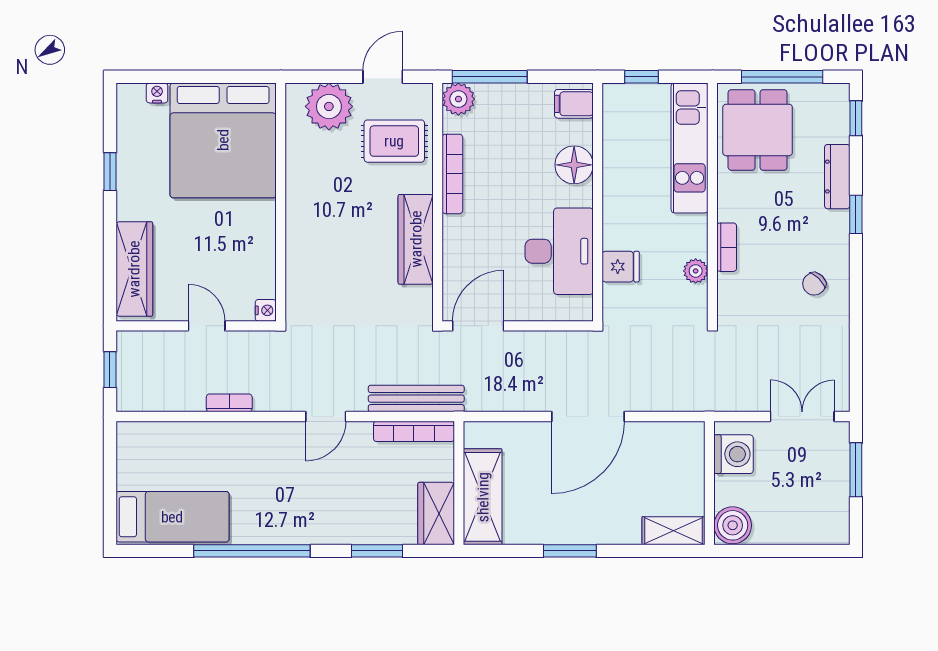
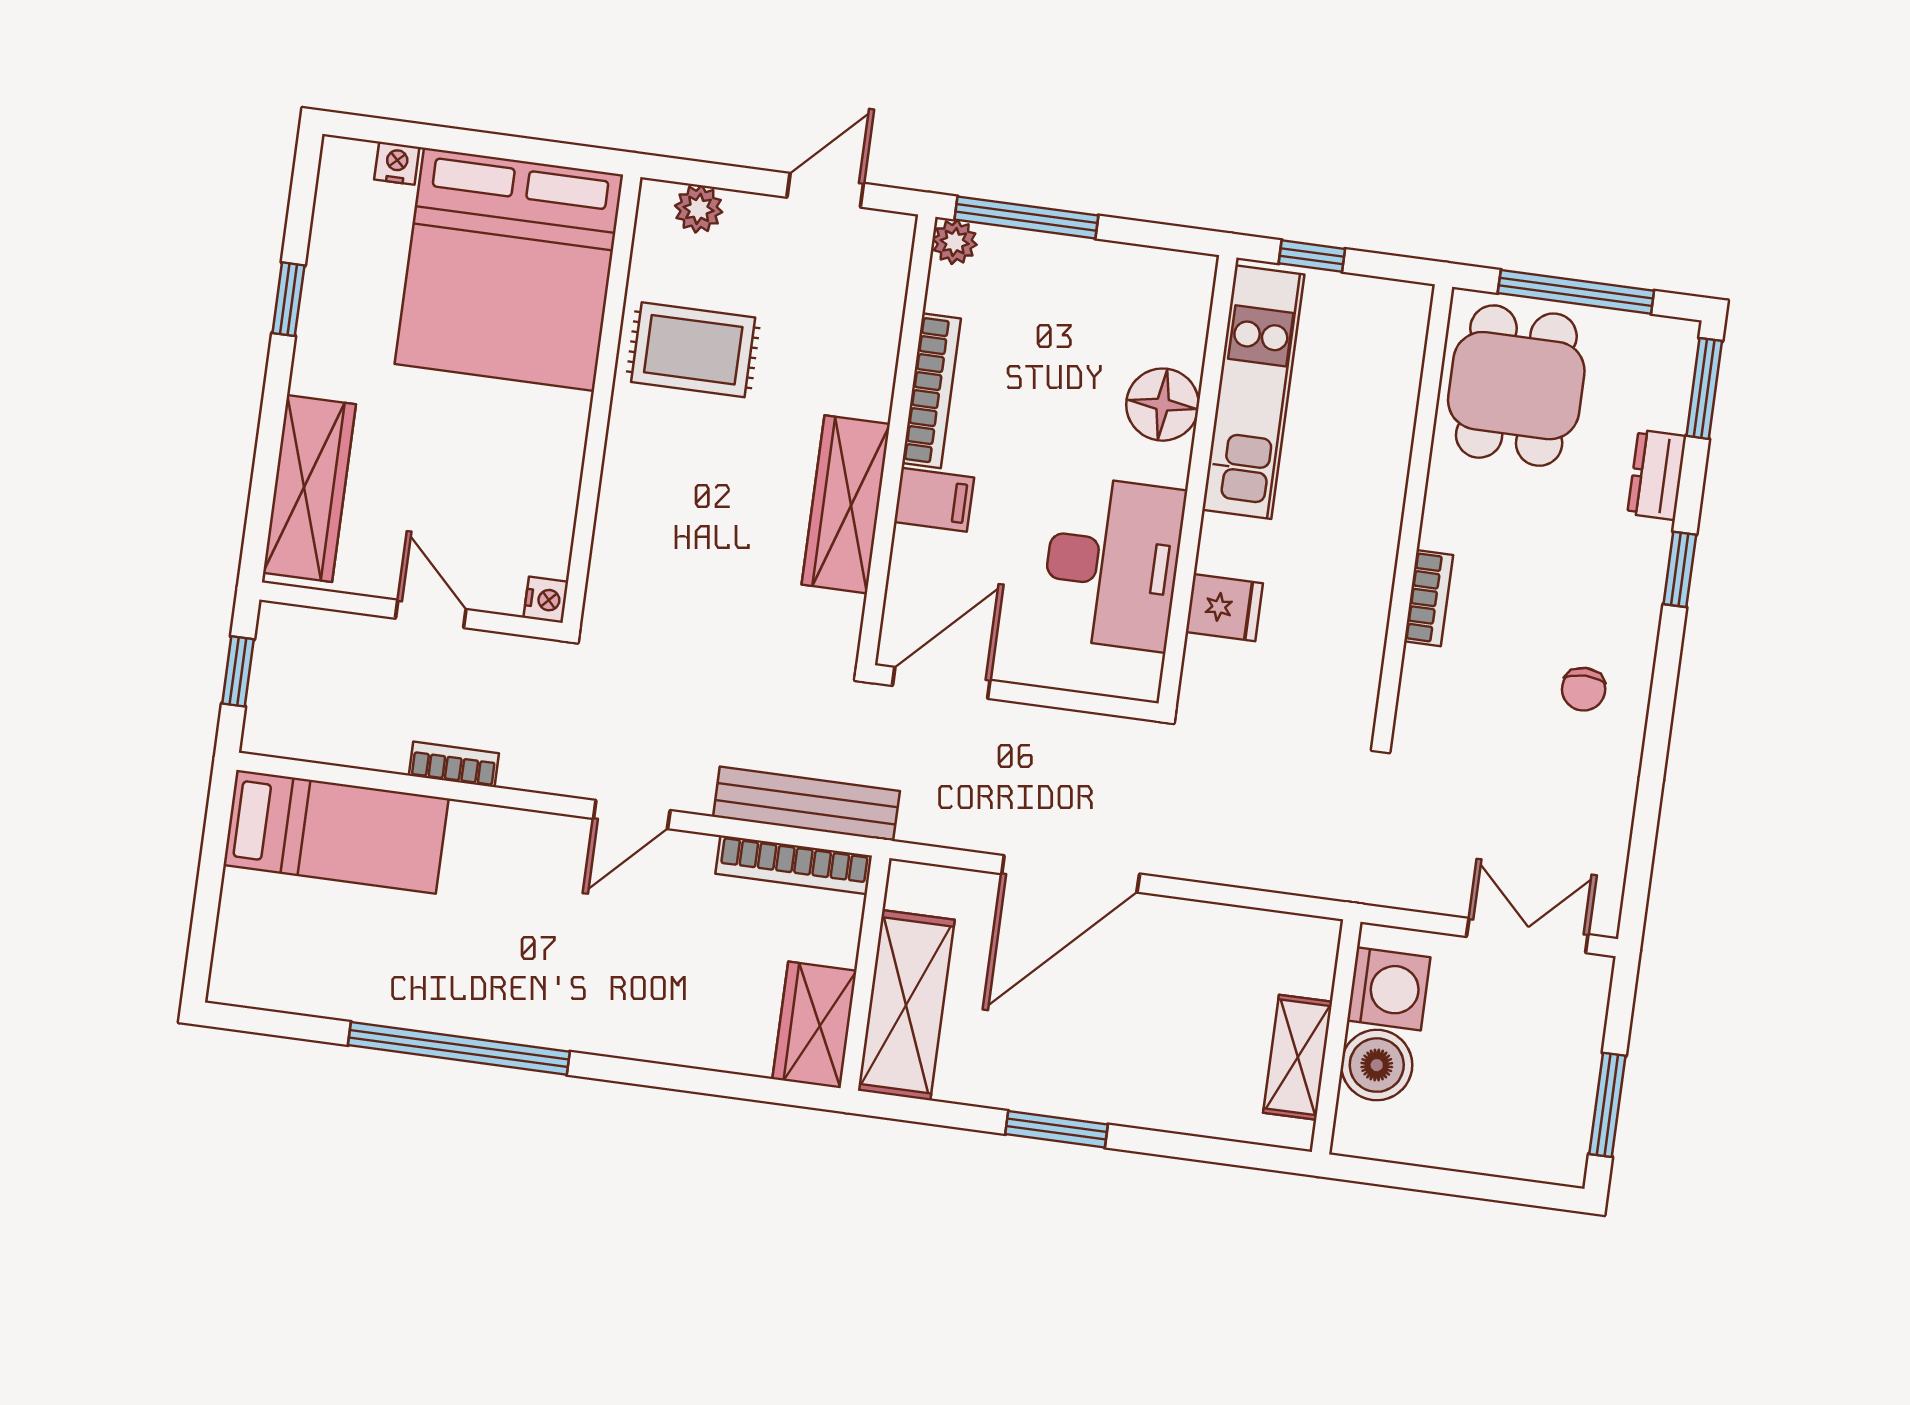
plant: (458, 99) -> (955, 242), width x0.73, depth x0.73
filing cabinet: (574, 104) -> (934, 500), moved, turned 180
plant: (329, 106) -> (699, 209), width x0.53, depth x0.53
window: (856, 118) -> (1704, 388), width x1.50
rug: (394, 141) -> (693, 350), moved
kitchen unit: (690, 148) -> (1253, 392), moved, turned 180
dresser: (837, 177) -> (1657, 475), width x0.70
plant: (696, 271) -> (1364, 635), removed
chair: (814, 284) -> (1584, 689), turned -44
door: (588, 417) -> (1071, 874), moved
window: (856, 470) -> (1607, 1105), moved
bed: (172, 517) -> (336, 832), moved
boiler: (733, 525) -> (1377, 1065), moved
shelving: (673, 531) -> (1298, 1057), moved, turned 90
window: (377, 551) -> (694, 1080), removed

